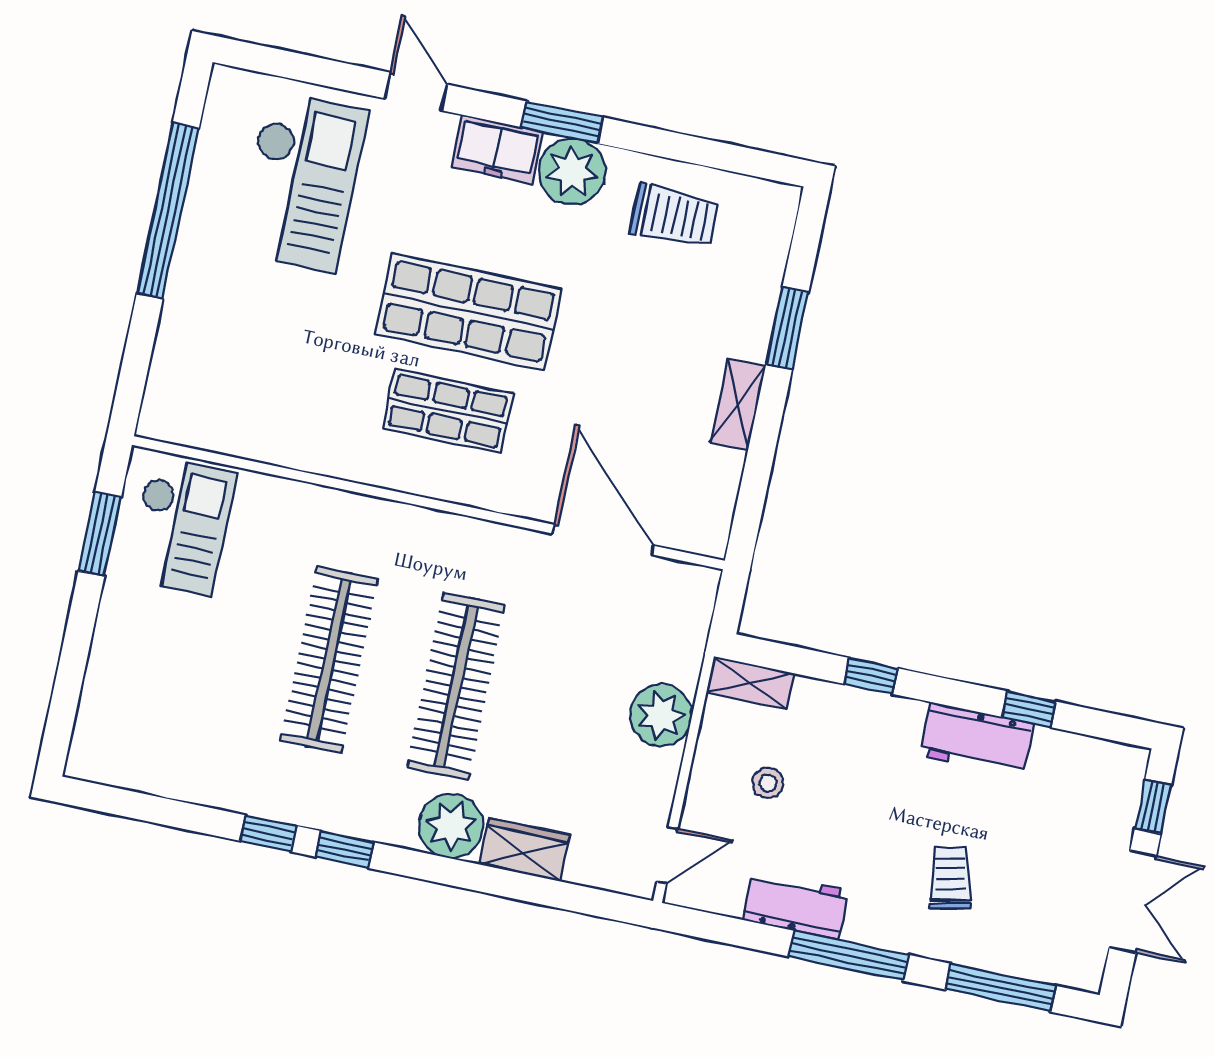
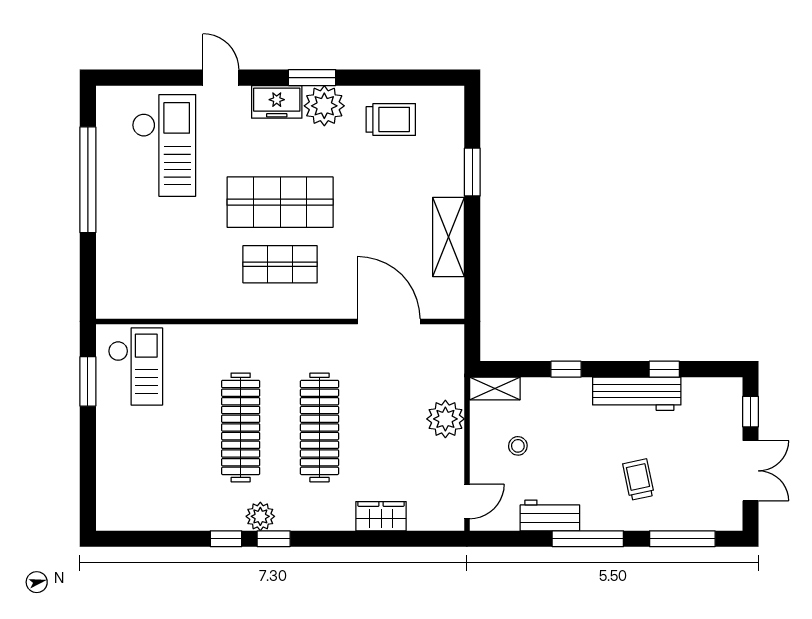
shelving: (738, 404) -> (448, 237), width x1.50, depth x1.33
workbench: (976, 739) -> (637, 394), width x1.38
plant: (451, 826) -> (260, 516), moved, width x0.73, depth x0.73

